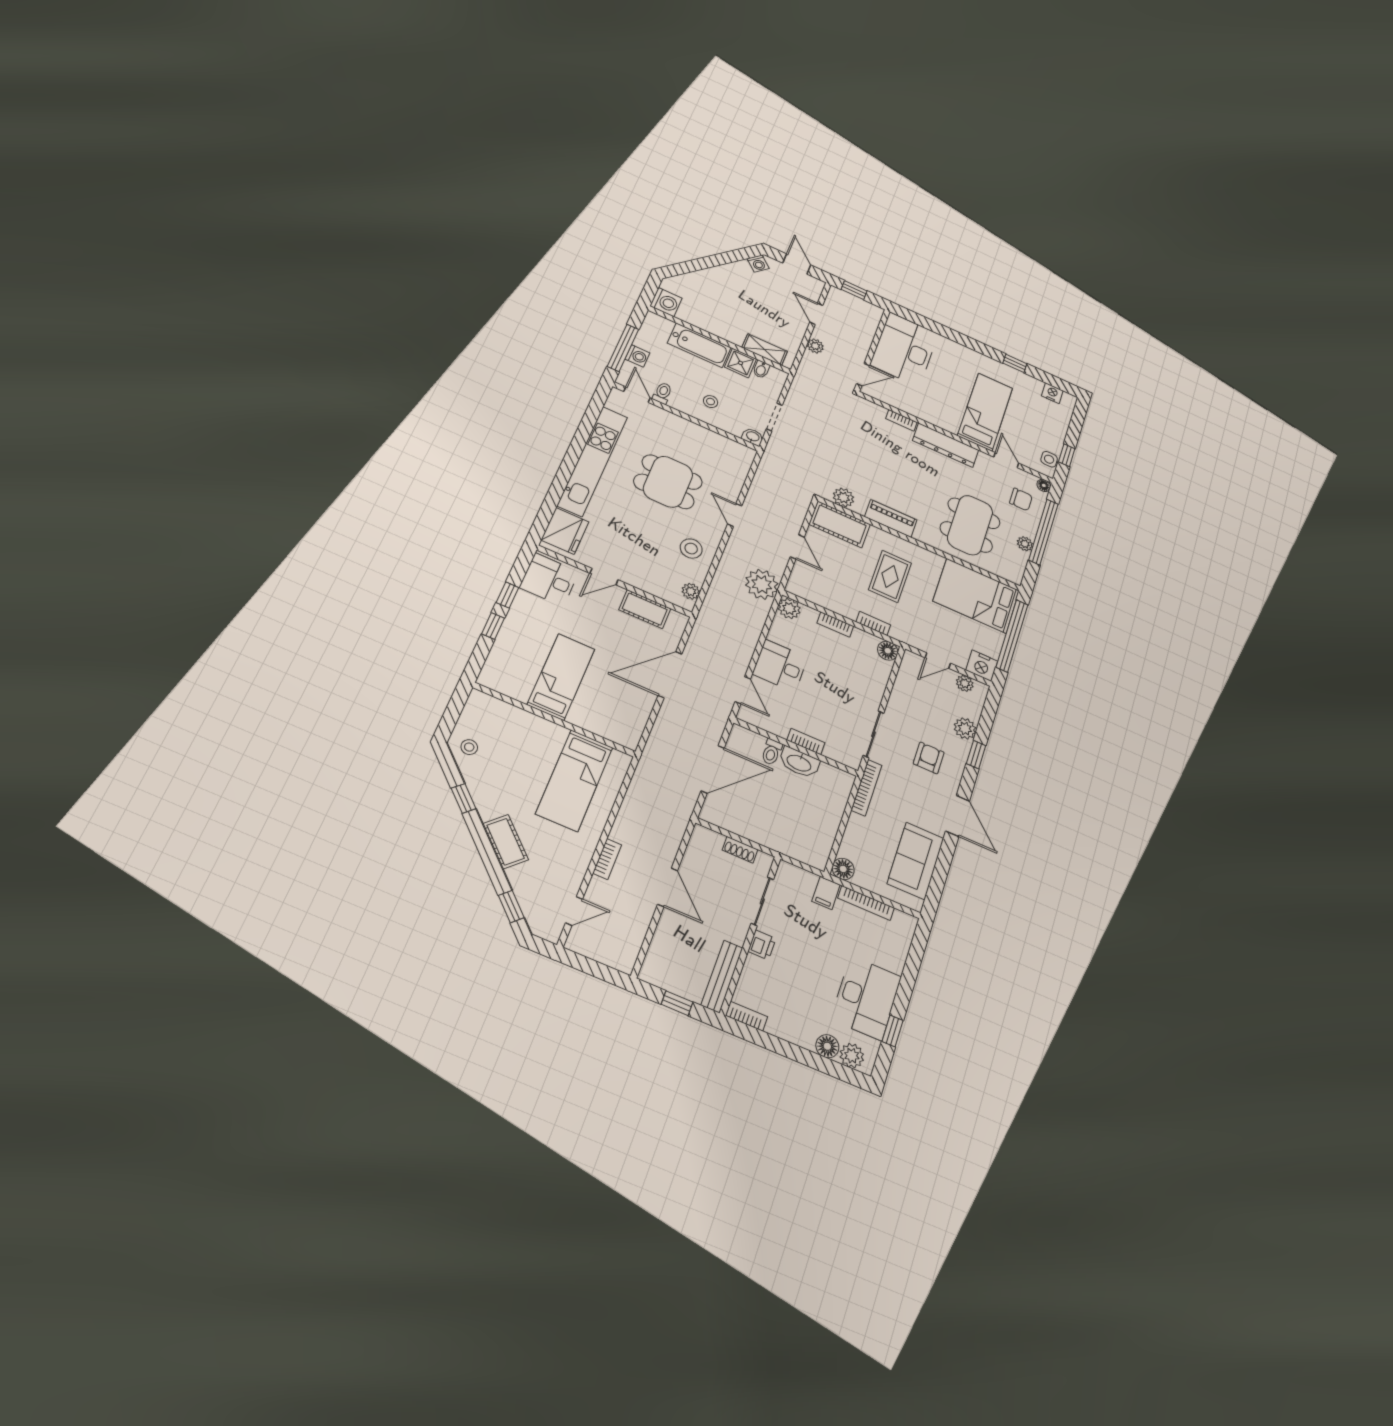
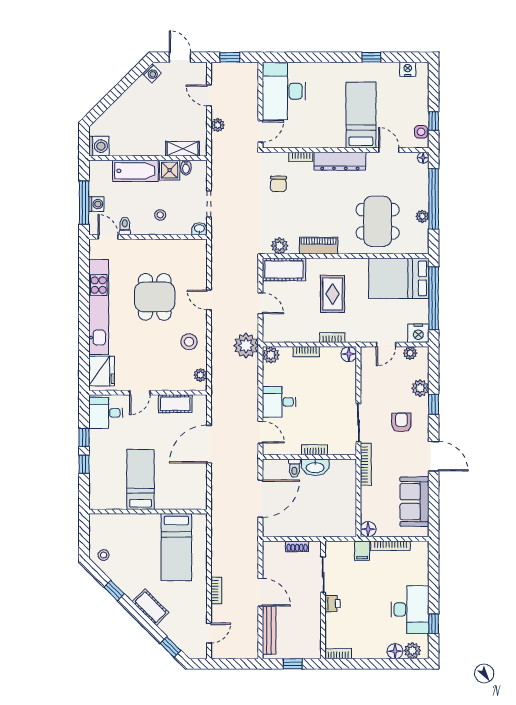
dining table: (668, 482) -> (155, 297), turned 90
chair: (1021, 499) -> (278, 184), moved, turned 91
bench: (722, 976) -> (269, 630), moved

